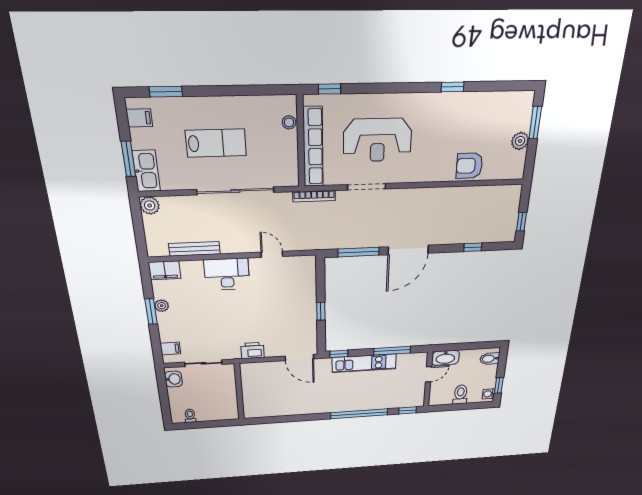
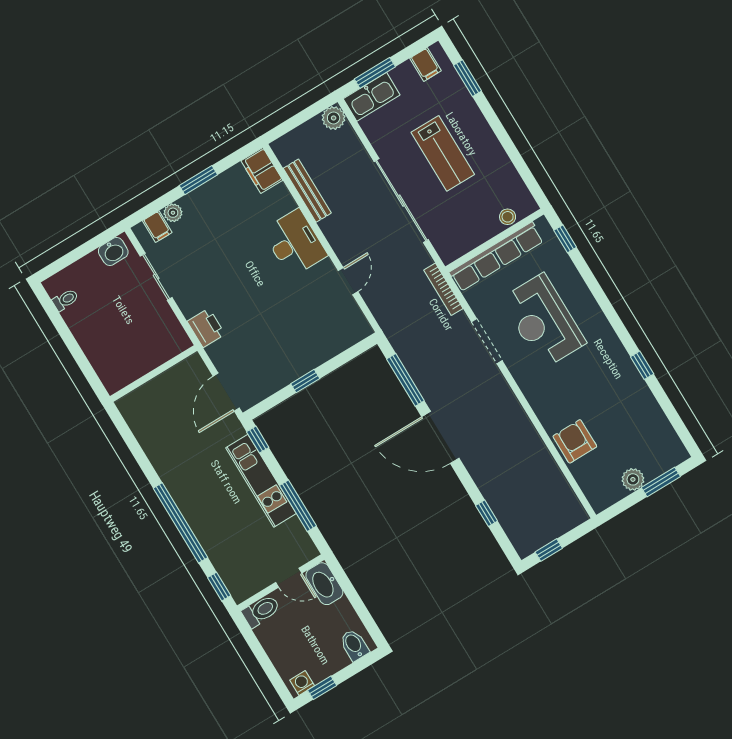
plant: (162, 306) -> (173, 213), moved
wall: (239, 392) -> (154, 374), moved
toilet: (460, 395) -> (261, 611), moved

